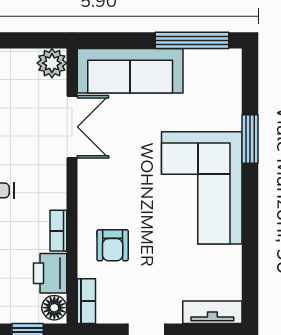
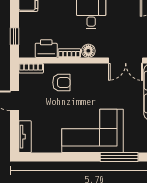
window: (250, 139) -> (119, 157), width x1.44
armchair: (113, 245) -> (61, 82), turned 180
floor lamp: (54, 308) -> (88, 51), moved

